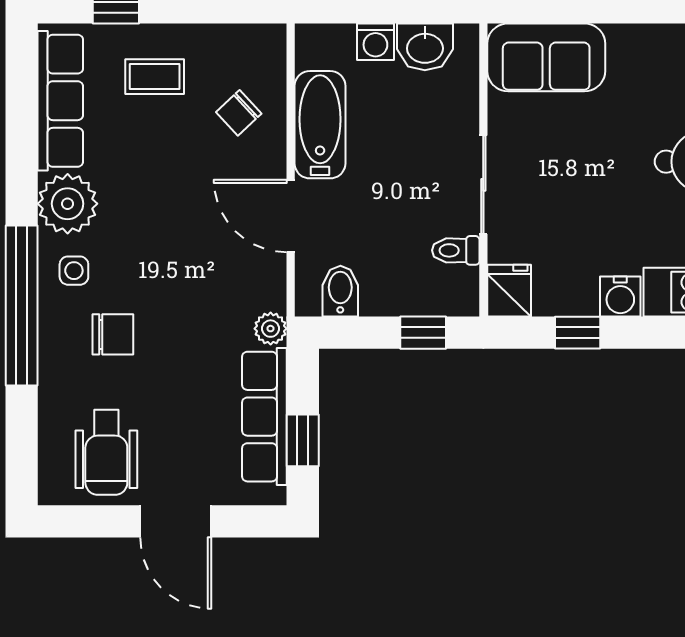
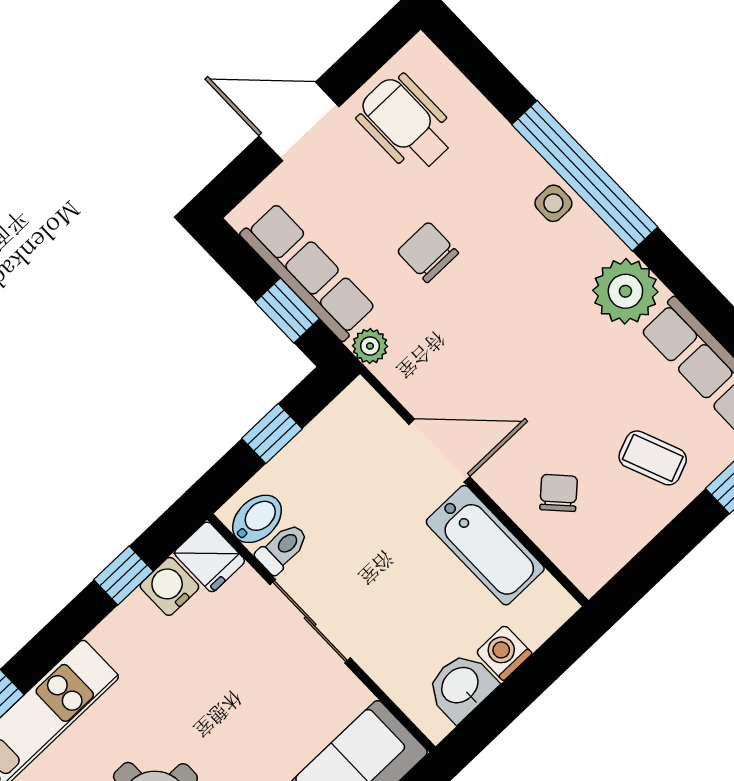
coffee table: (155, 77) -> (653, 458), turned 68
side table: (74, 271) -> (553, 203), moved
bidet: (340, 291) -> (257, 519), moved, turned -90
water cooler: (620, 296) -> (169, 586), moved
window: (423, 333) -> (272, 434), moved
chair: (113, 334) -> (428, 252), moved, turned 90
window: (303, 440) -> (287, 310), moved

